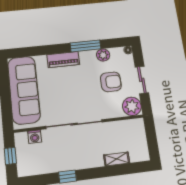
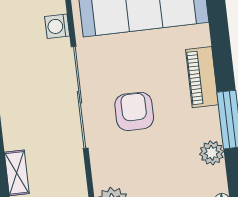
armchair: (111, 82) -> (134, 111), moved, turned 180

